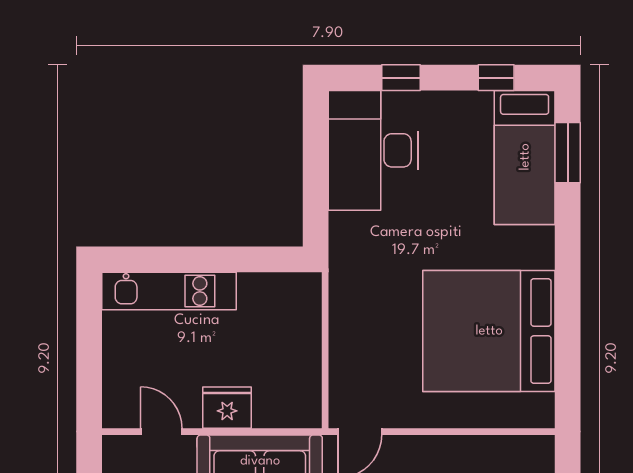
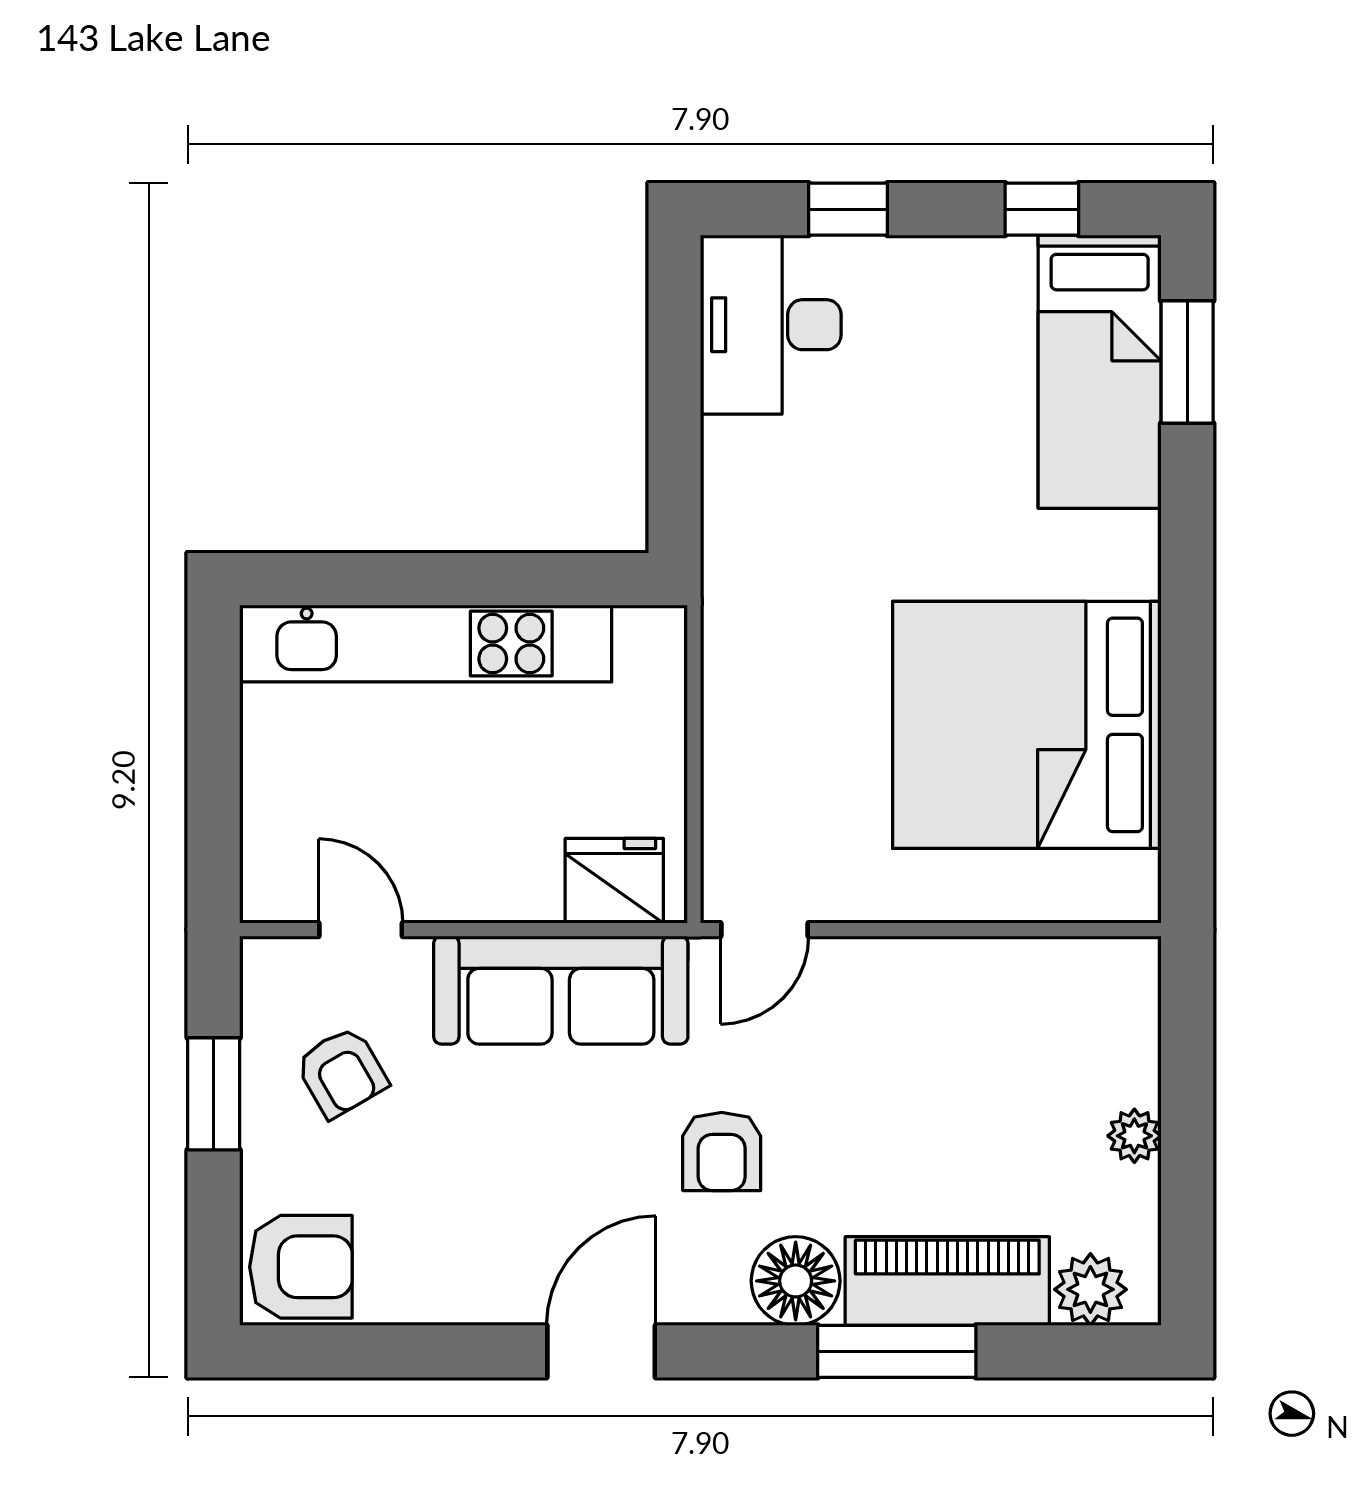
desk: (373, 150) -> (771, 325), width x0.73, depth x0.77
kitchen unit: (169, 291) -> (426, 643), width x1.36
fridge: (227, 408) -> (614, 881), moved

